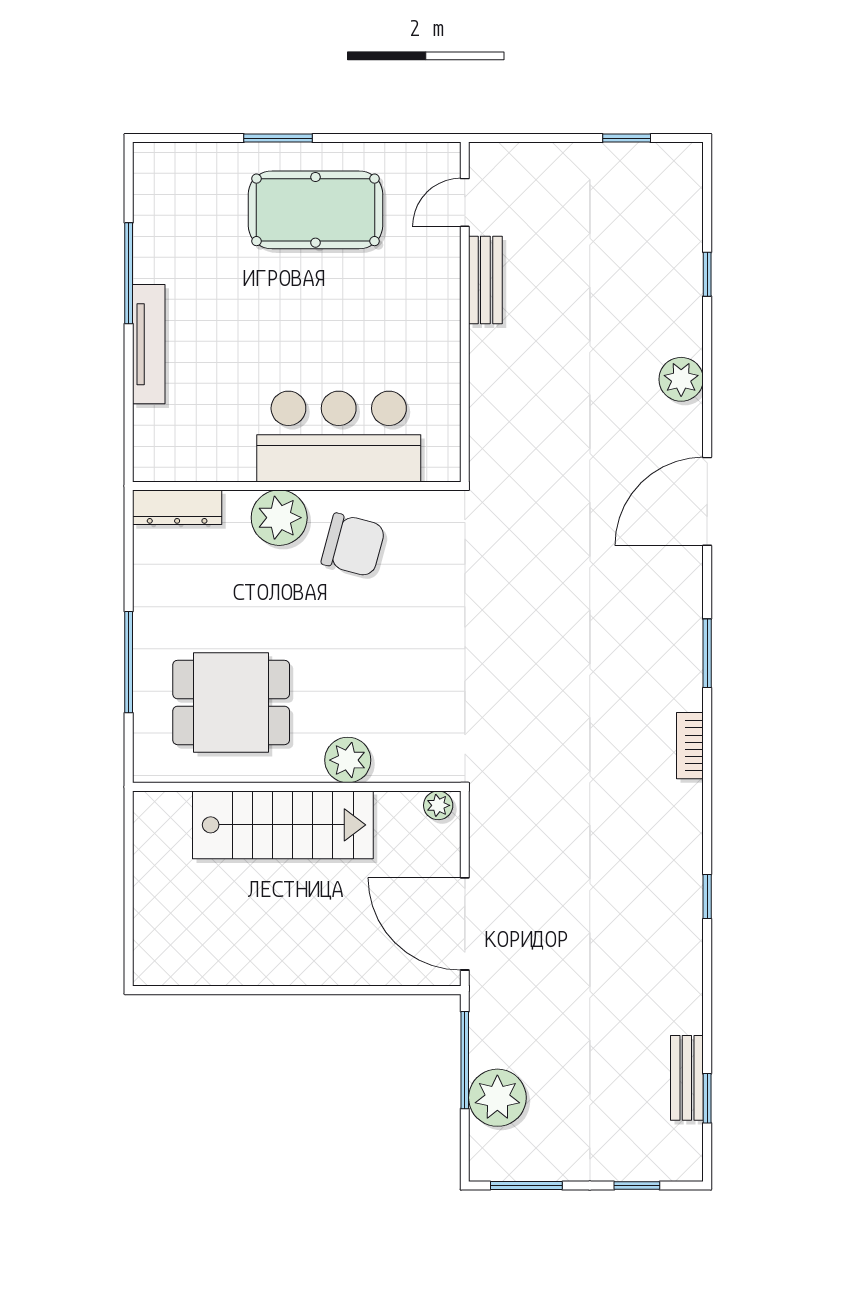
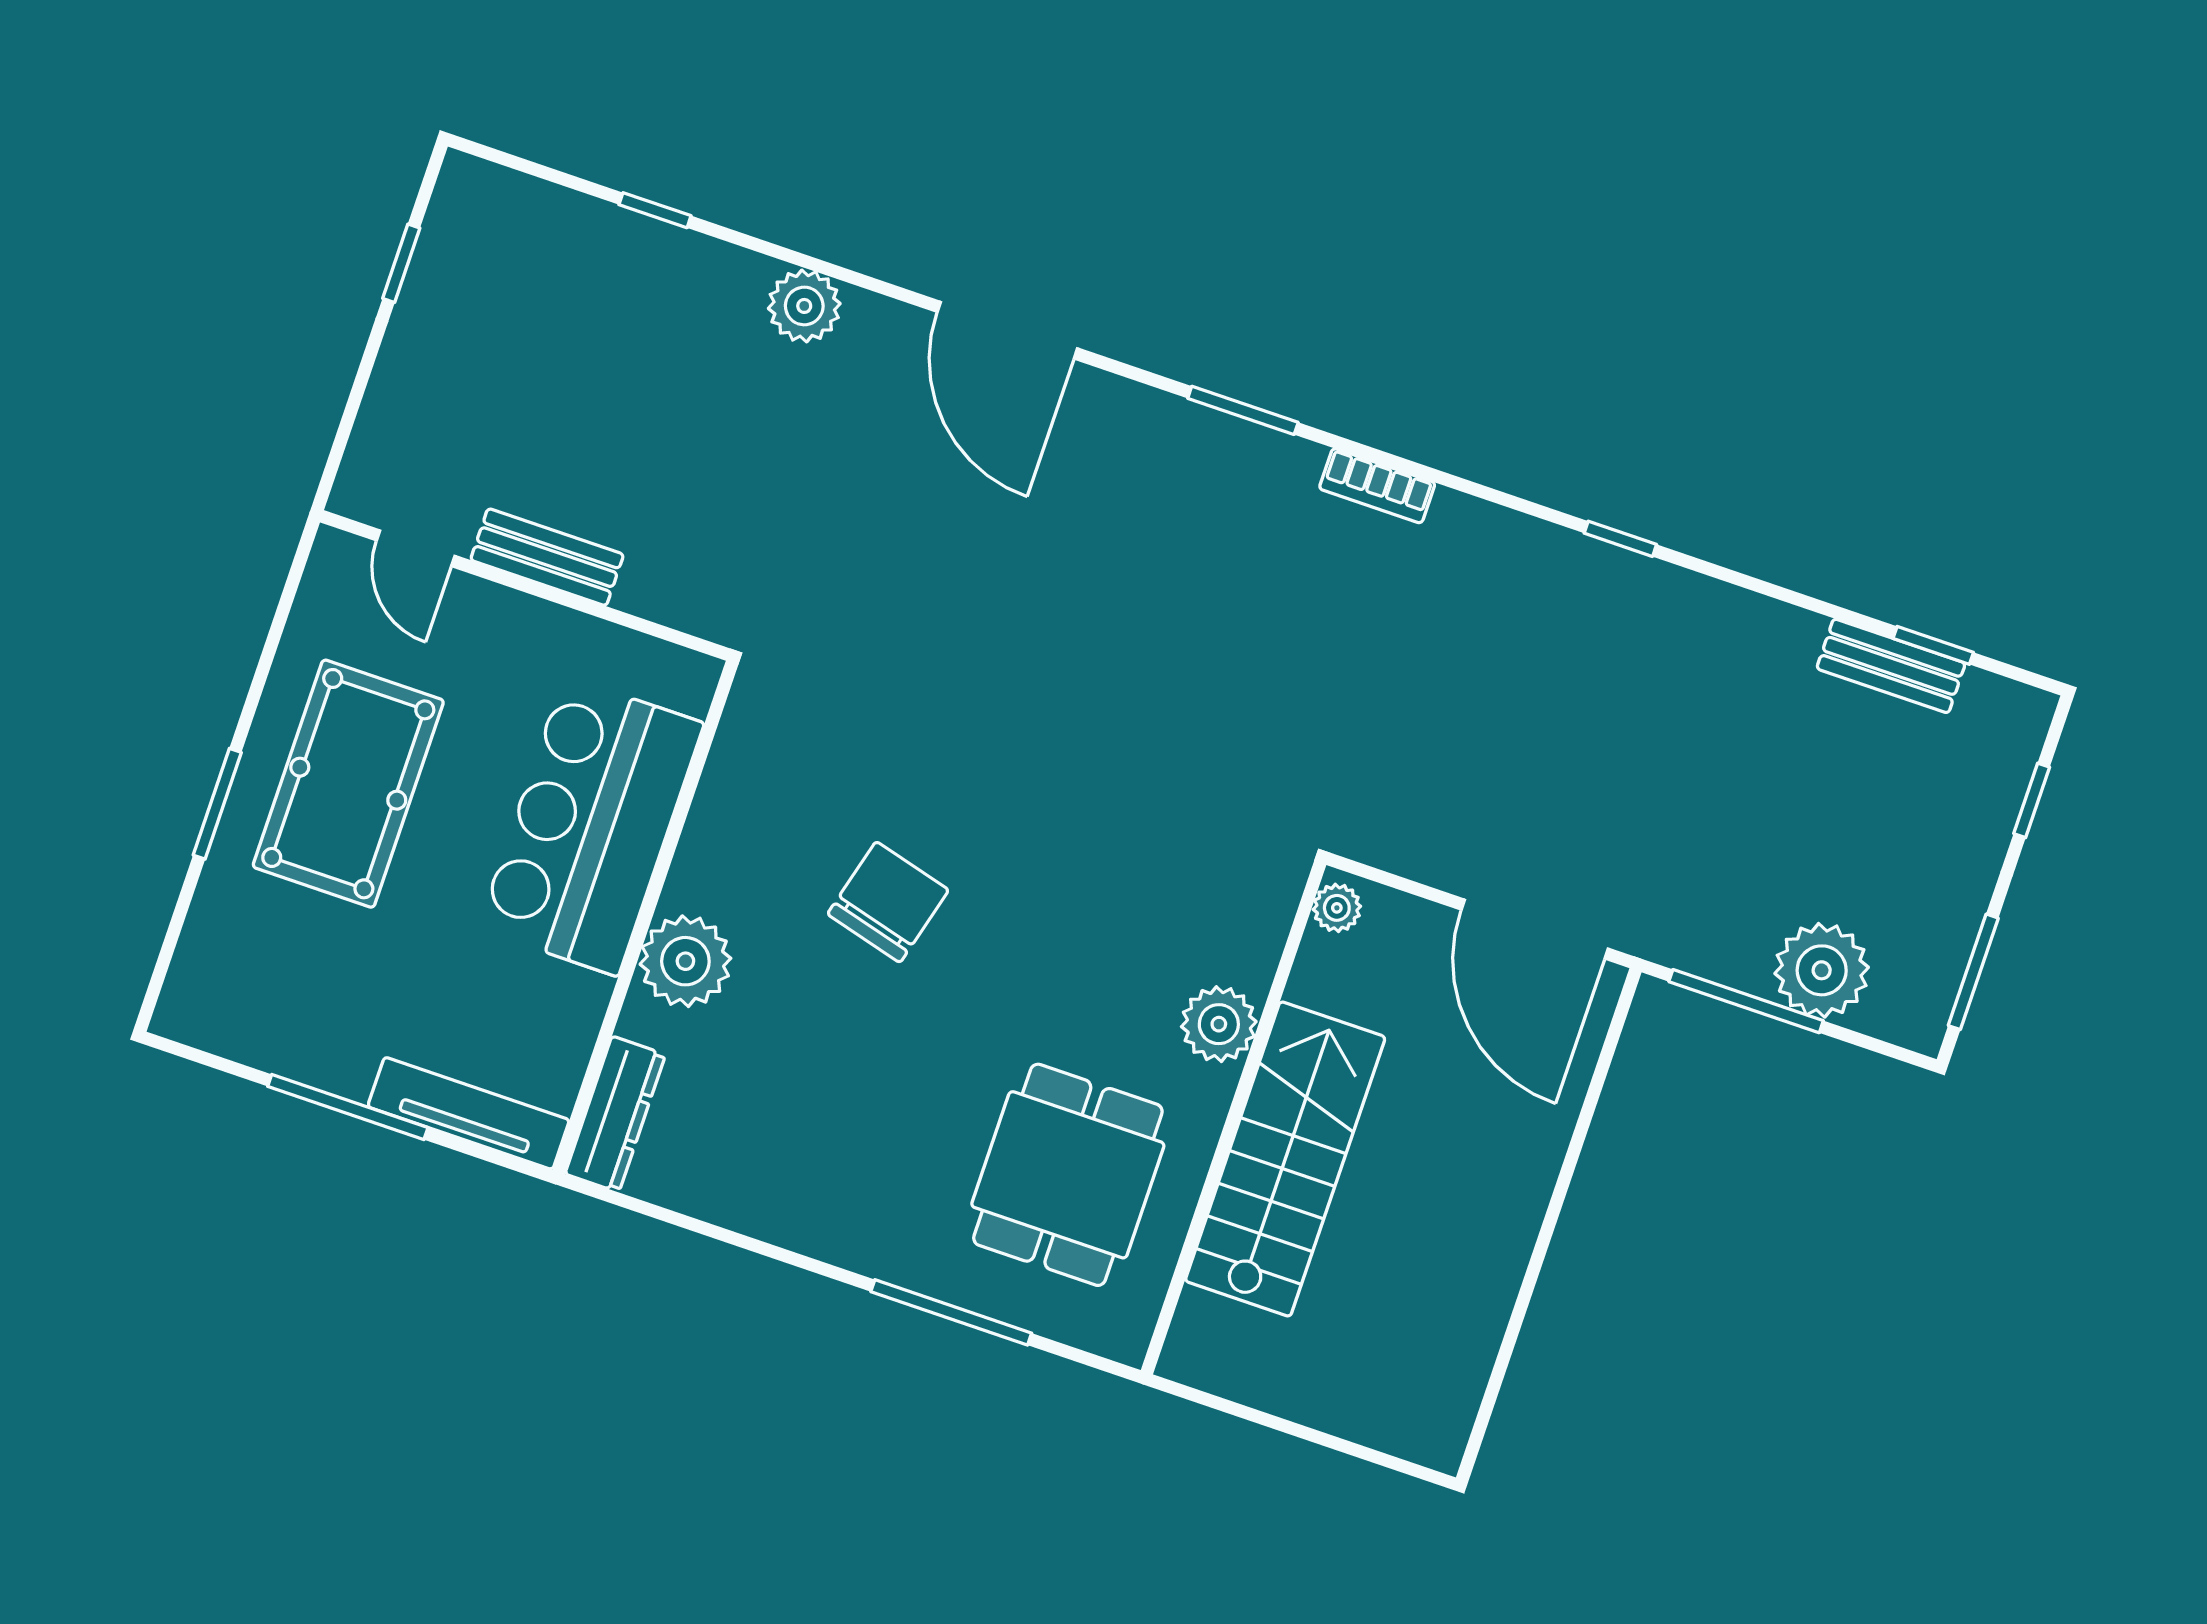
bar counter: (339, 437) -> (591, 826), moved
wall: (297, 486) -> (645, 917), moved
dresser: (177, 507) -> (615, 1114), moved
plant: (279, 518) -> (685, 961), moved
door: (465, 924) -> (1535, 929), hinge flipped

